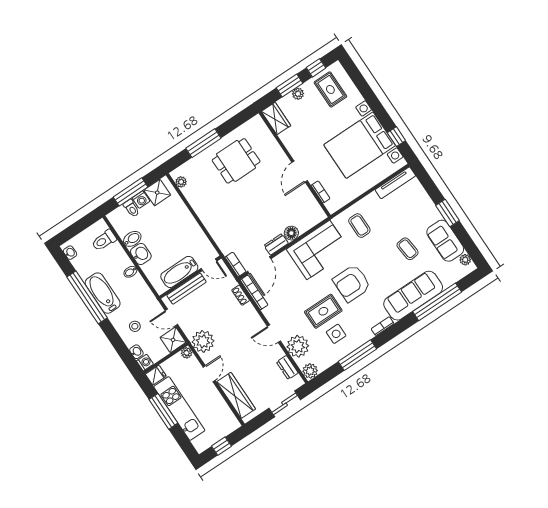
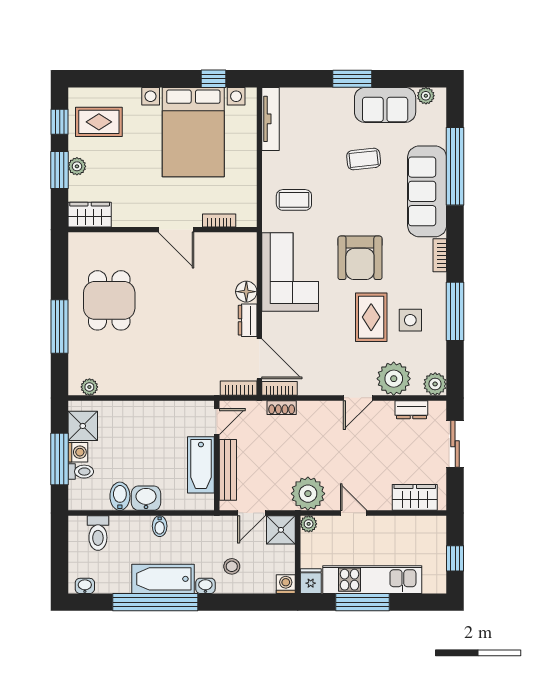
bookcase: (254, 292) -> (280, 388), width x0.64
washbasin: (136, 352) -> (205, 586), moved
wardrobe: (236, 395) -> (415, 497), width x0.67

